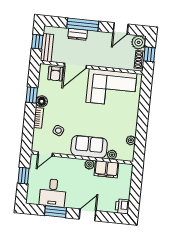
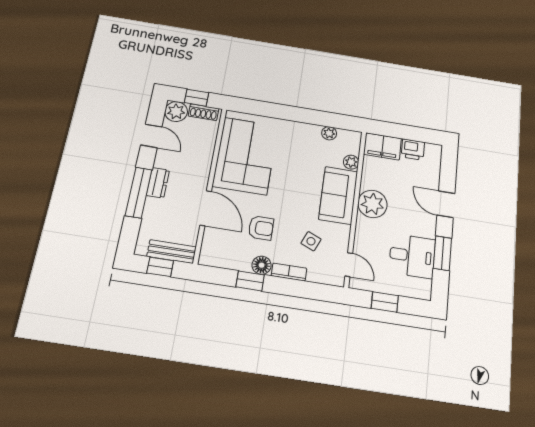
dresser: (78, 34) -> (158, 183), moved
armchair: (55, 74) -> (261, 228), moved
plant: (89, 165) -> (372, 204), width x1.87, depth x1.87
filing cabinet: (106, 169) -> (383, 146), moved, turned 90
printer: (122, 206) -> (413, 150), moved

